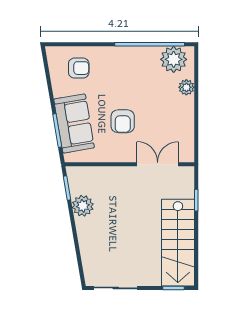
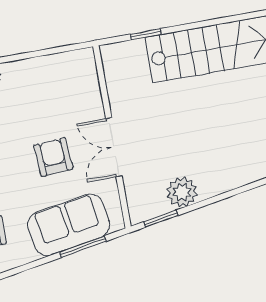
armchair: (123, 121) -> (53, 157), turned -94
double door: (158, 164) -> (114, 147), moved

